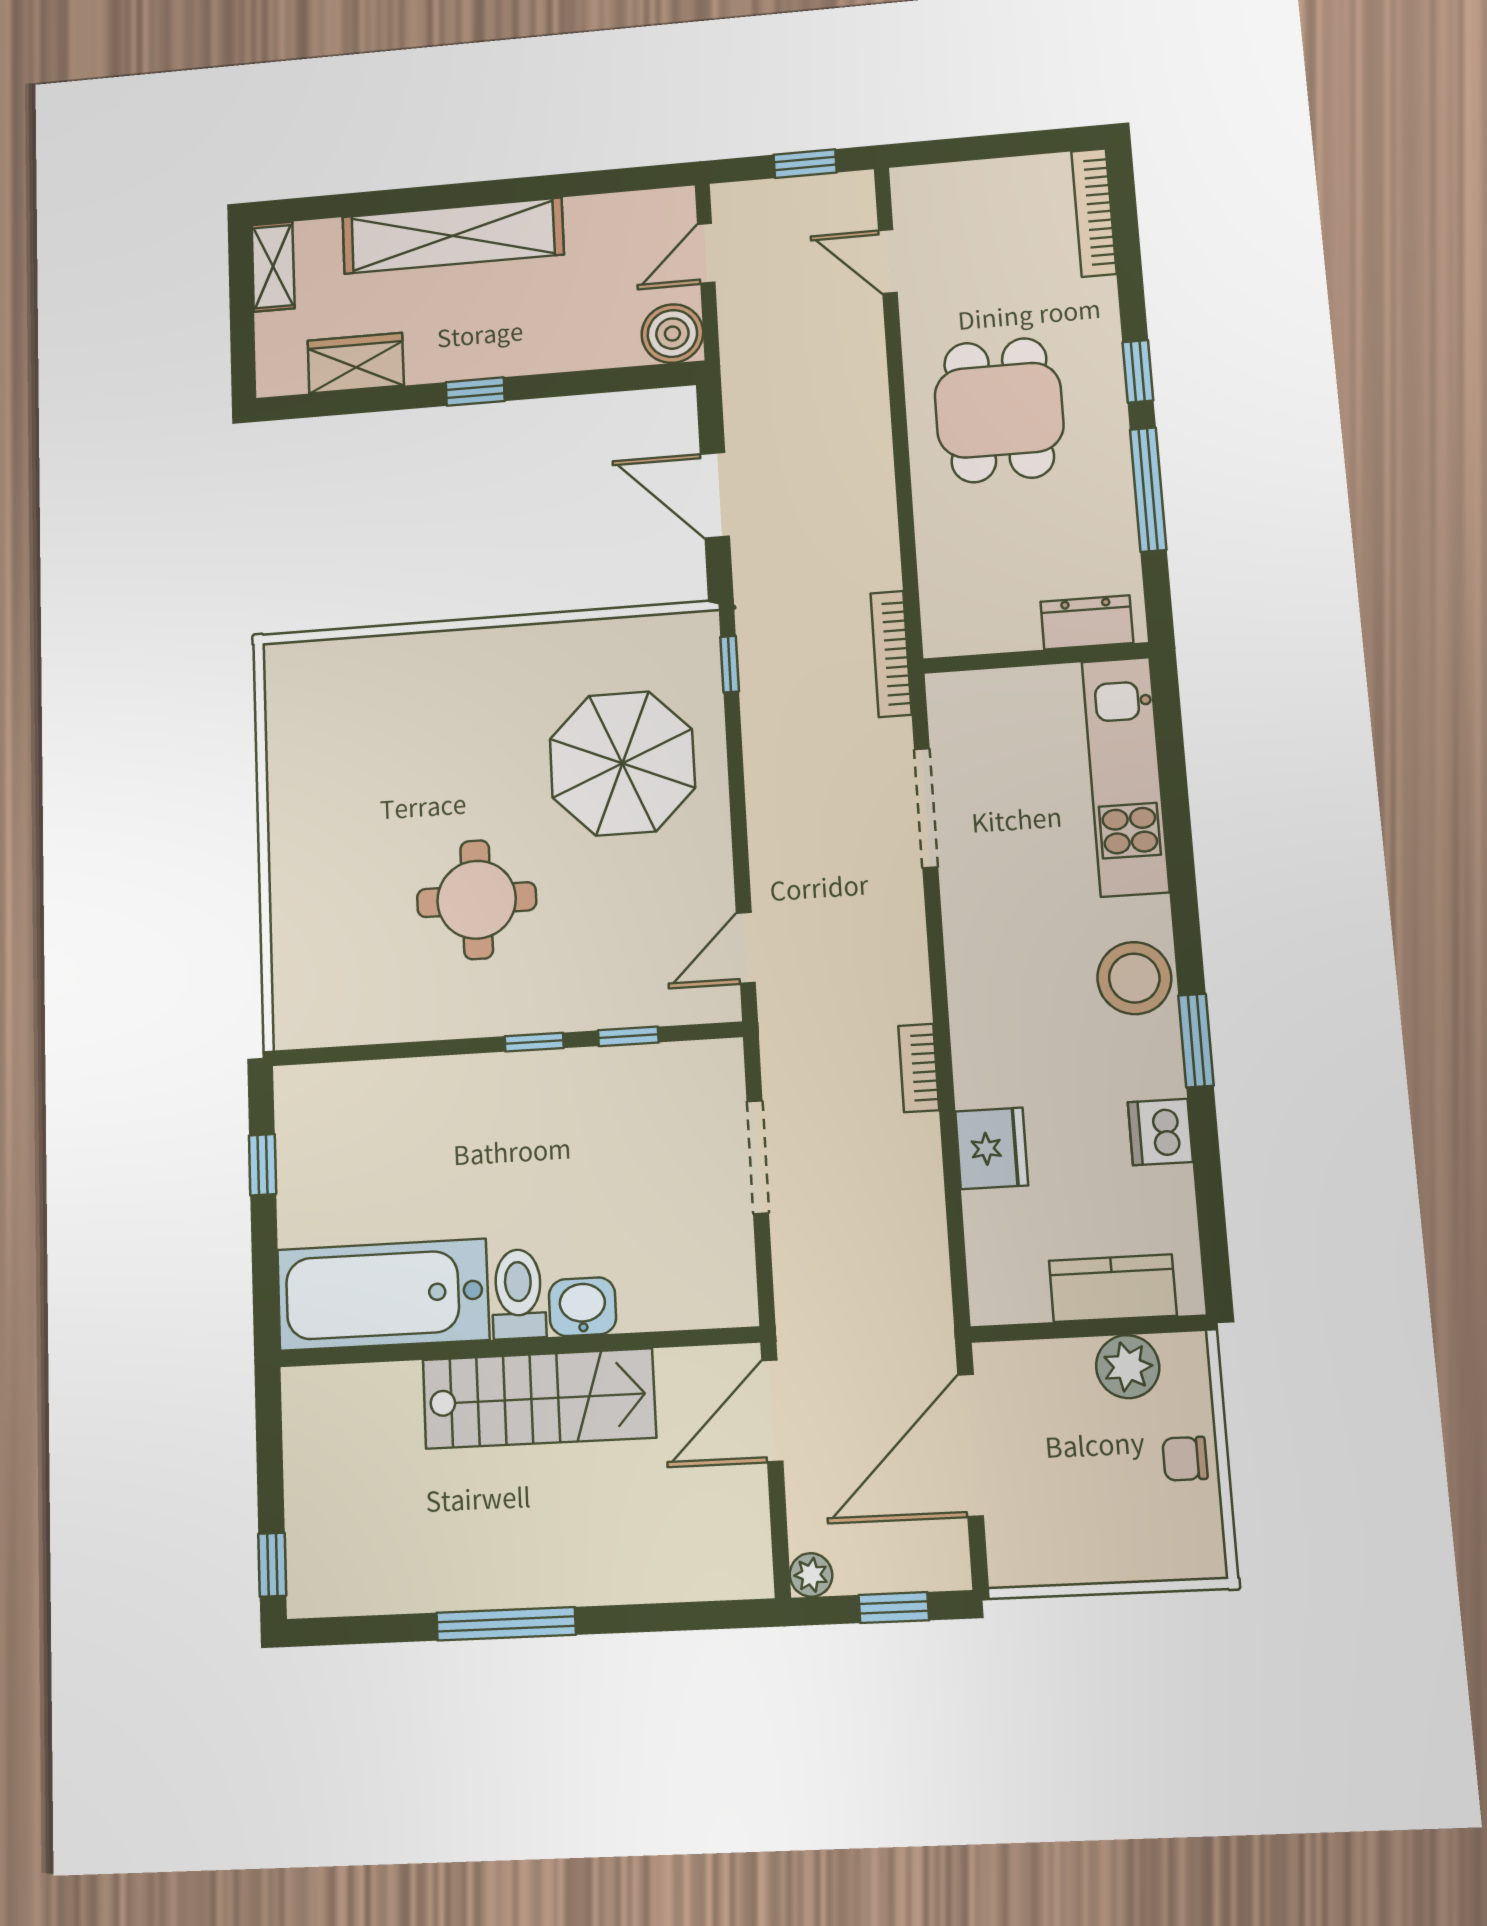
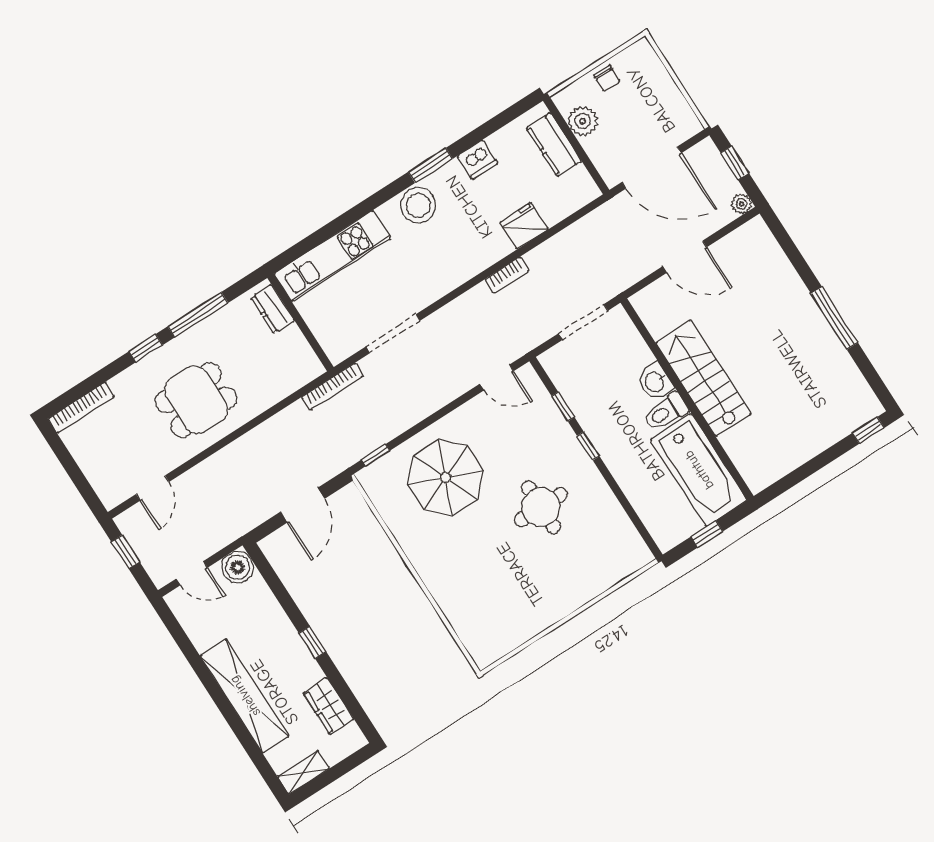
toilet: (518, 1294) -> (665, 412), moved
bathtub: (383, 1295) -> (699, 470), moved
washbasin: (582, 1307) -> (655, 382), moved
wall: (518, 1347) -> (687, 399), moved
stairs: (539, 1399) -> (703, 378), moved

